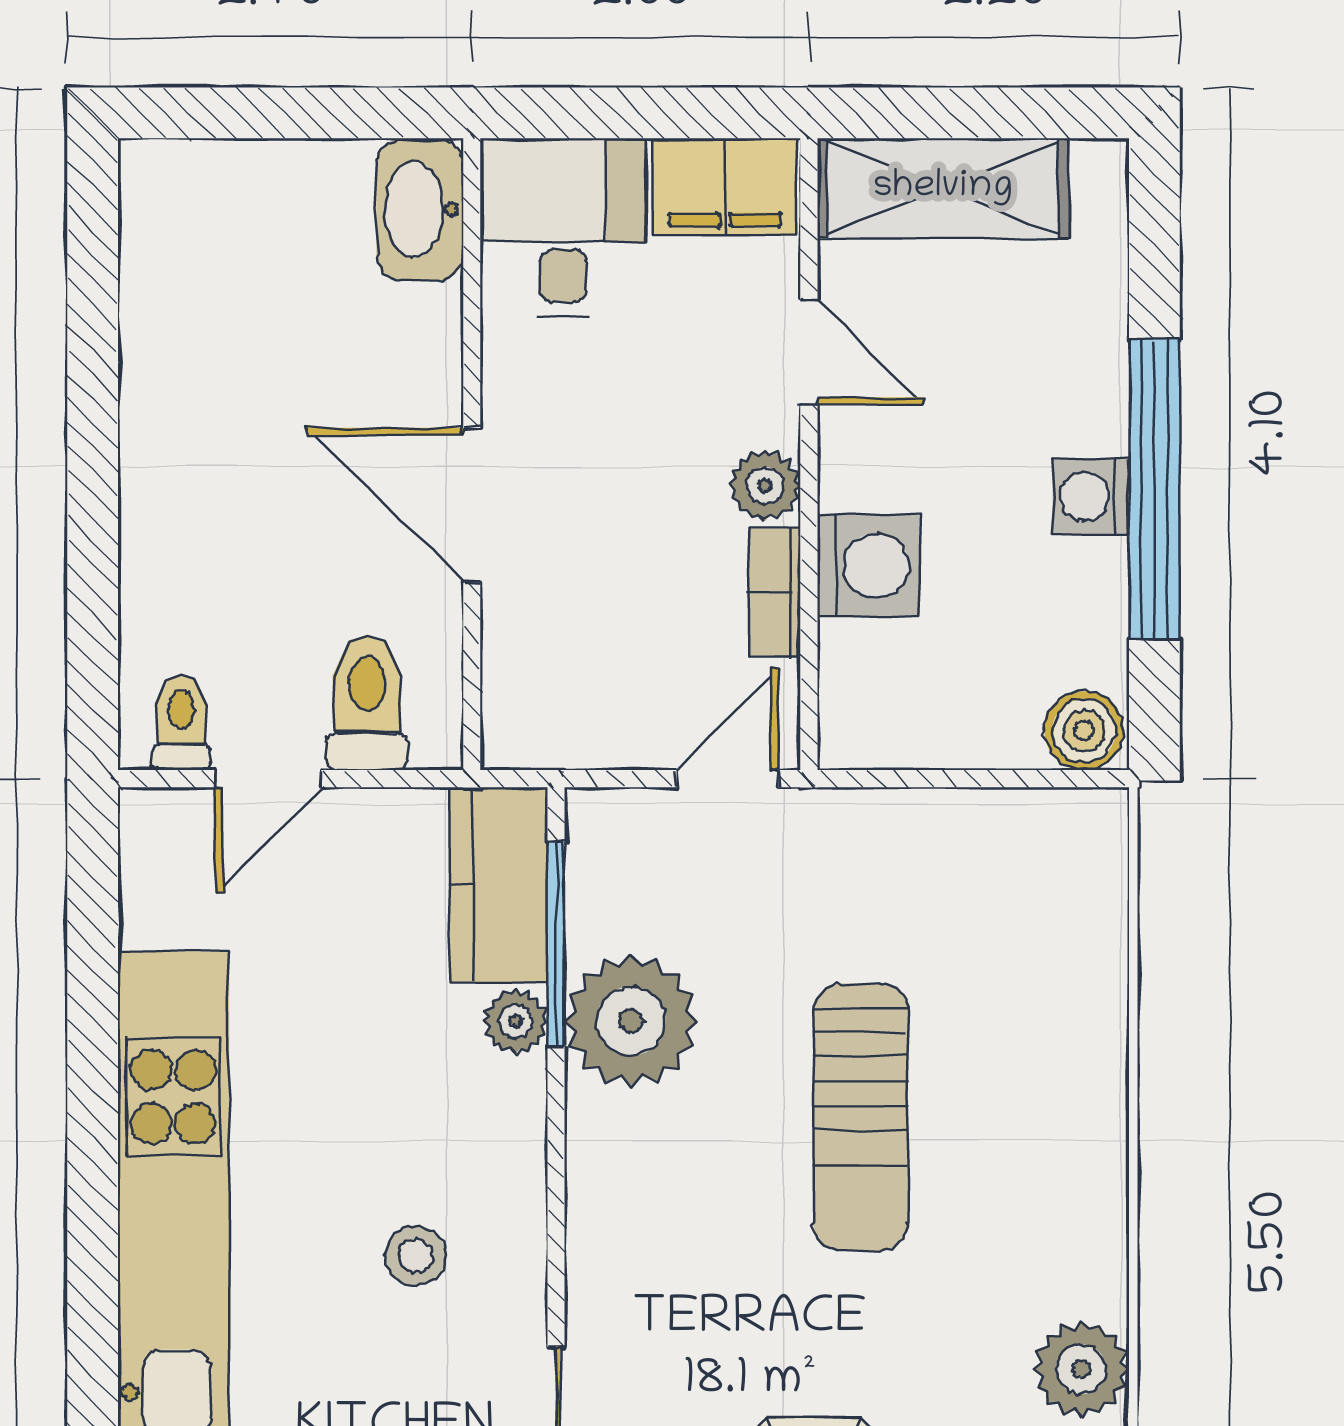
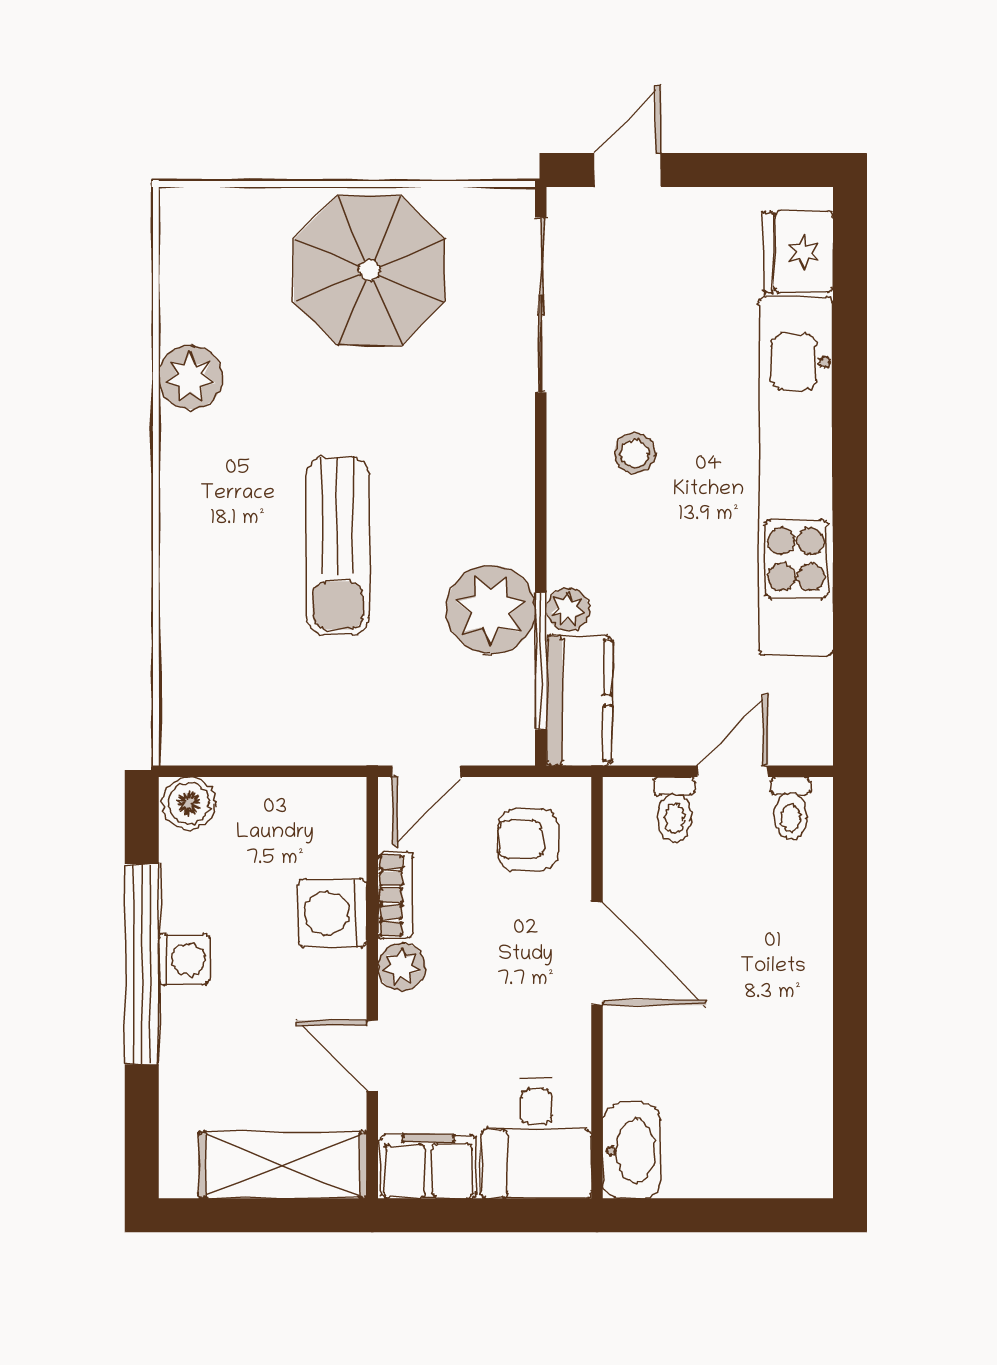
armchair: (575, 676) -> (528, 840), added
toilet: (367, 703) -> (674, 809), width x0.73, depth x0.72
sun lounger: (861, 1117) -> (338, 546), turned 180

